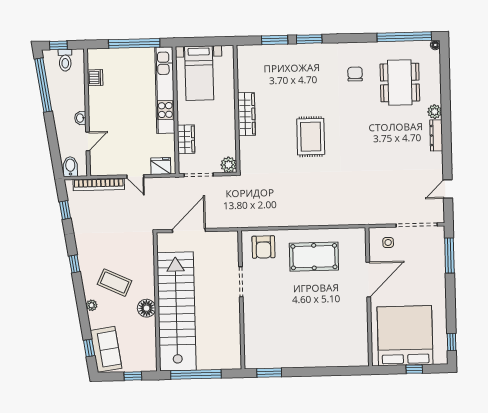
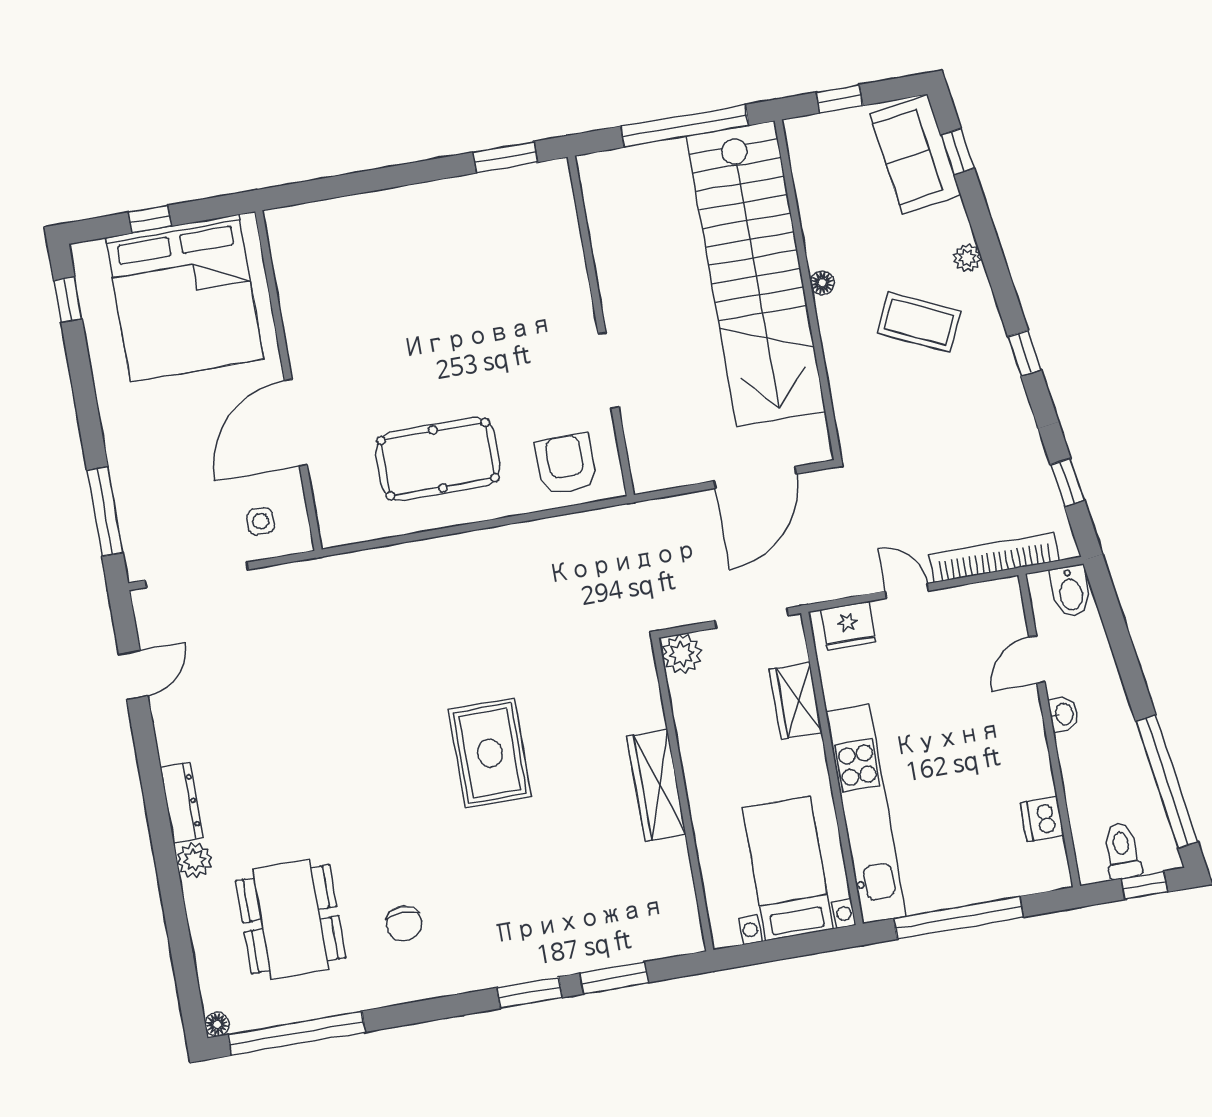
floor lamp: (147, 308) -> (822, 283), width x0.53, depth x0.53

